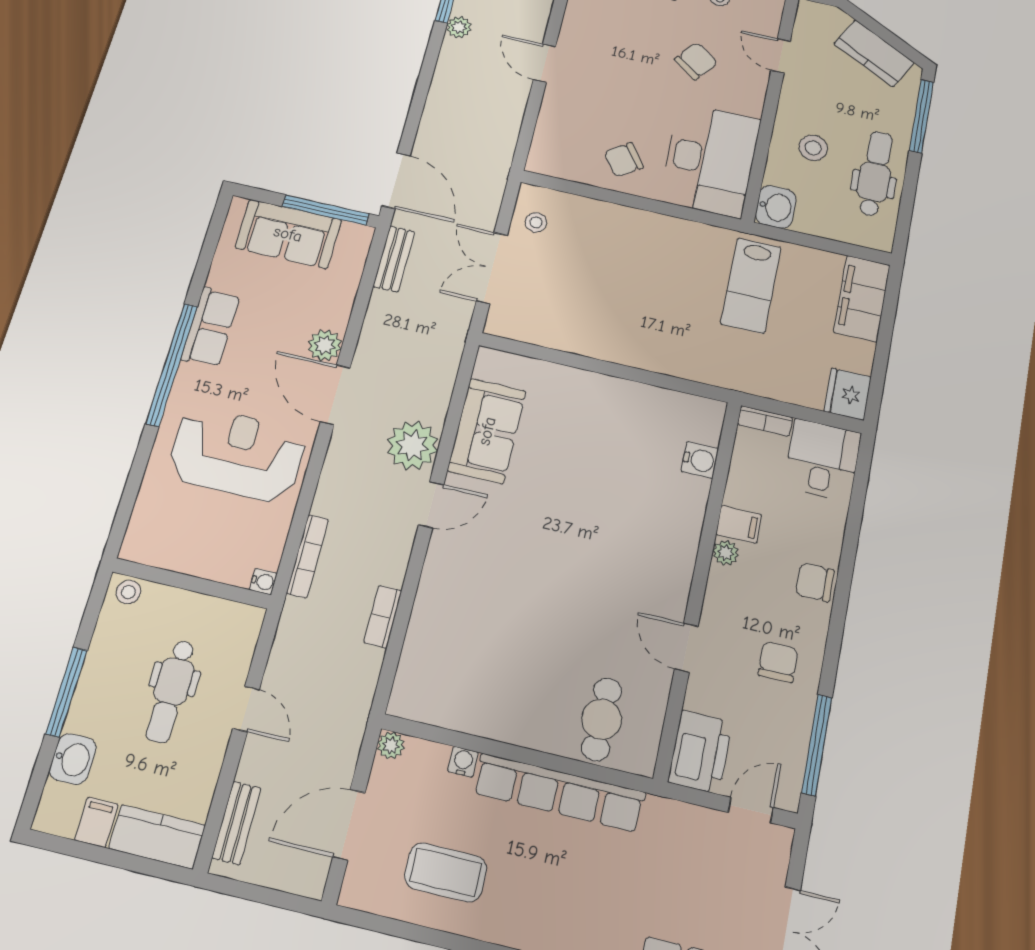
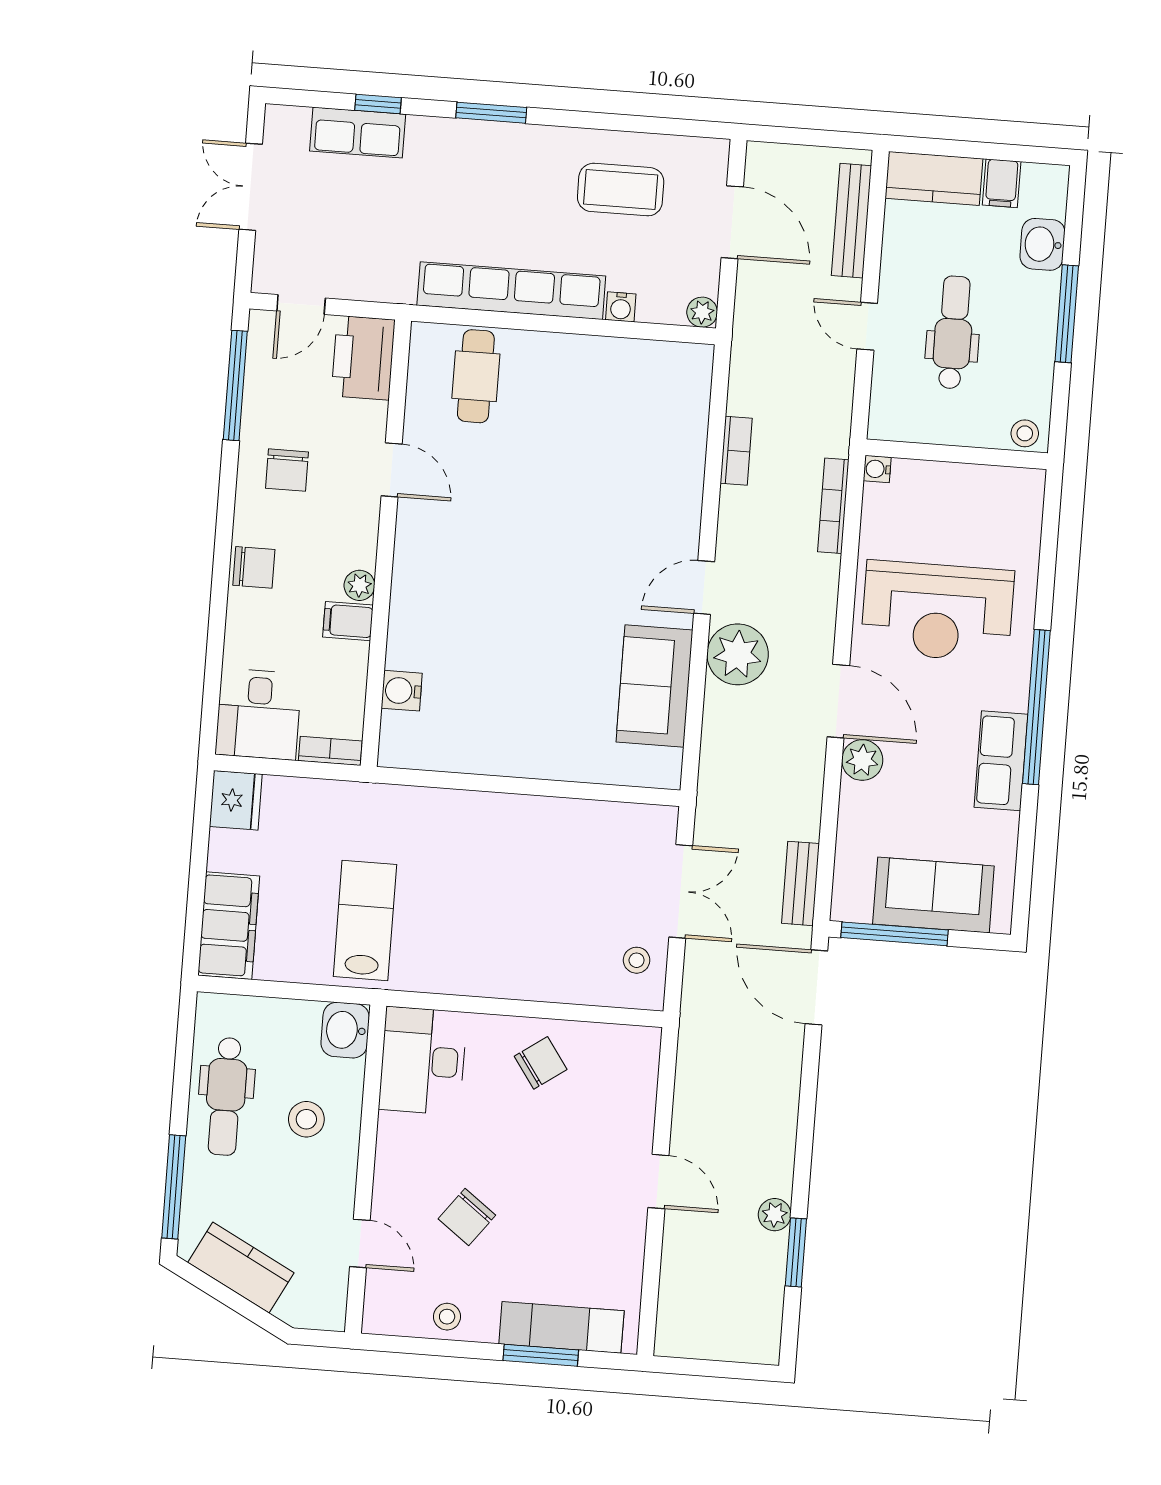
desk: (710, 160) -> (423, 1061), width x0.73, depth x0.77
bench: (236, 823) -> (852, 221), width x1.36
door: (349, 825) -> (732, 222), hinge flipped

